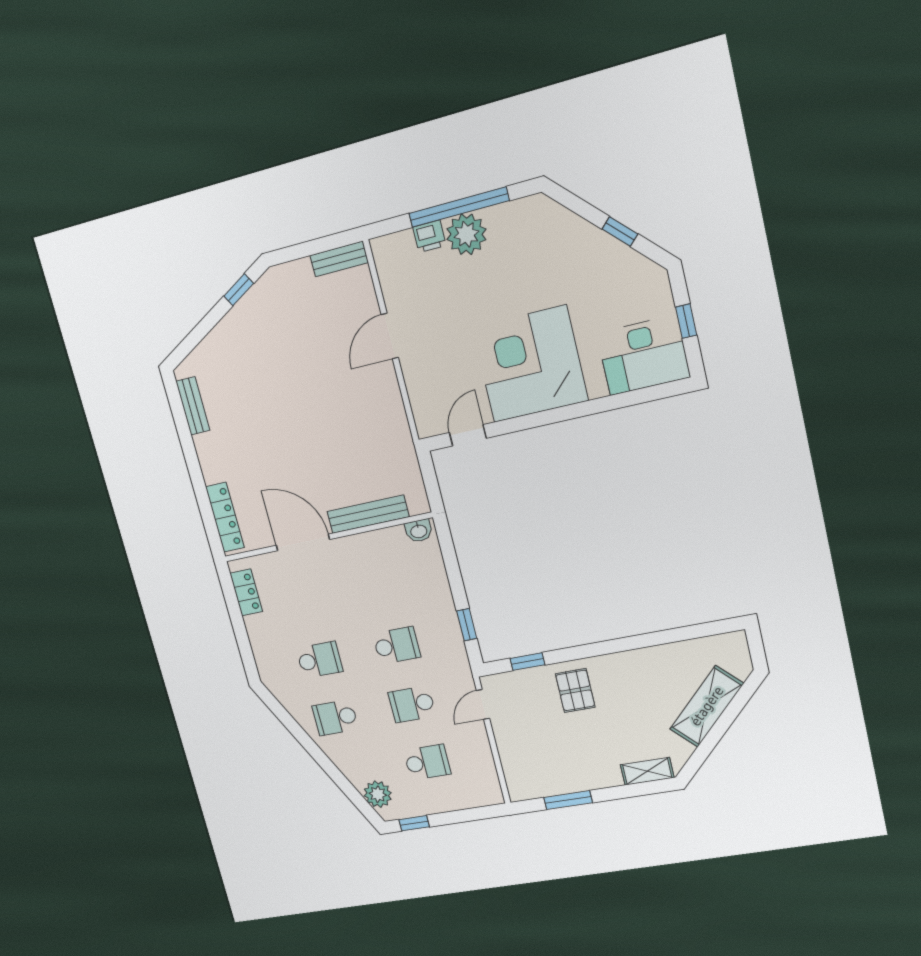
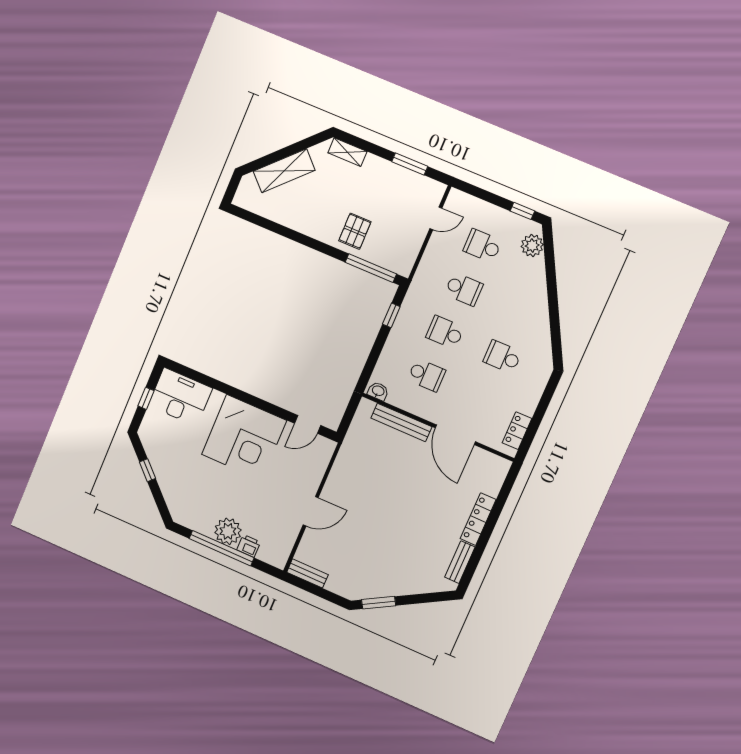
window: (239, 290) -> (379, 603), width x1.50
locker: (225, 517) -> (478, 519), moved
window: (528, 662) -> (371, 268), width x2.17
door: (483, 704) -> (436, 218), moved
school desk: (335, 718) -> (427, 375), moved

